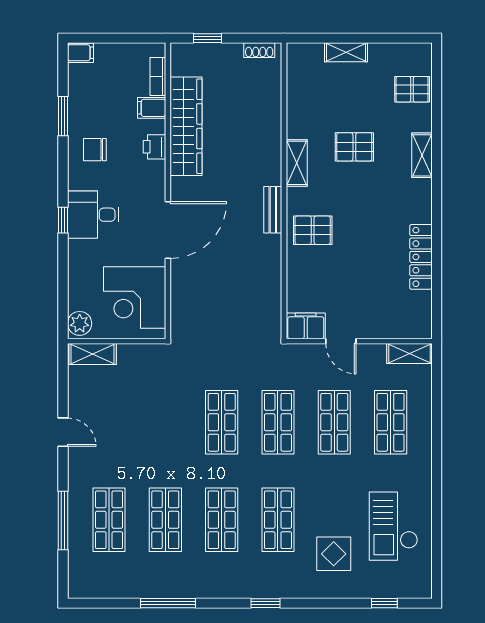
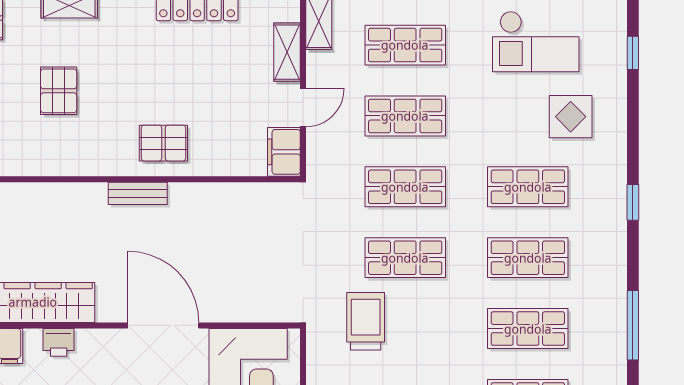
shelving: (297, 163) -> (287, 52), moved, turned 90
pallet: (313, 230) -> (163, 143), turned 90
trolley: (171, 391) -> (366, 321), added

